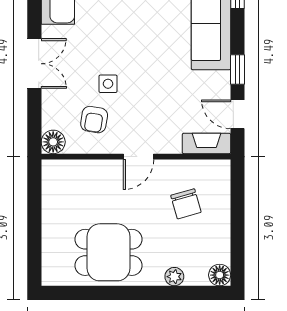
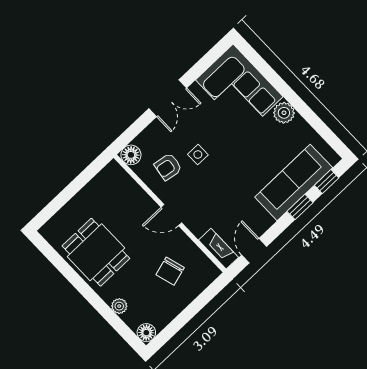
window: (237, 69) -> (300, 207), moved

